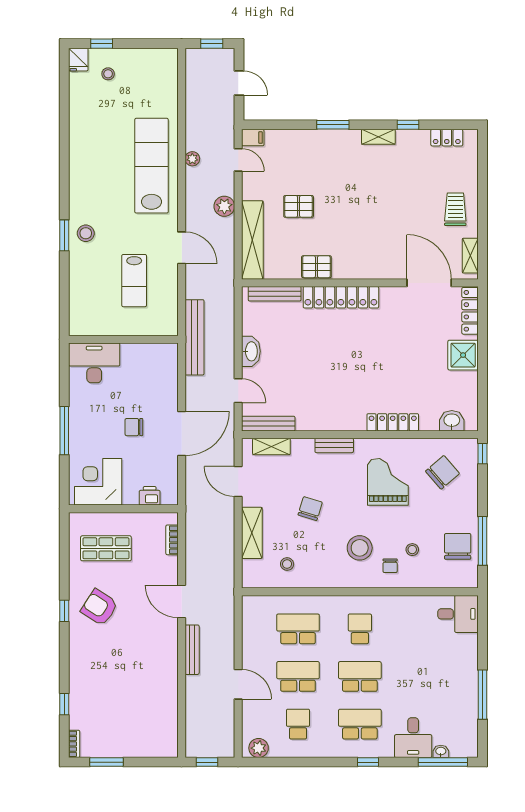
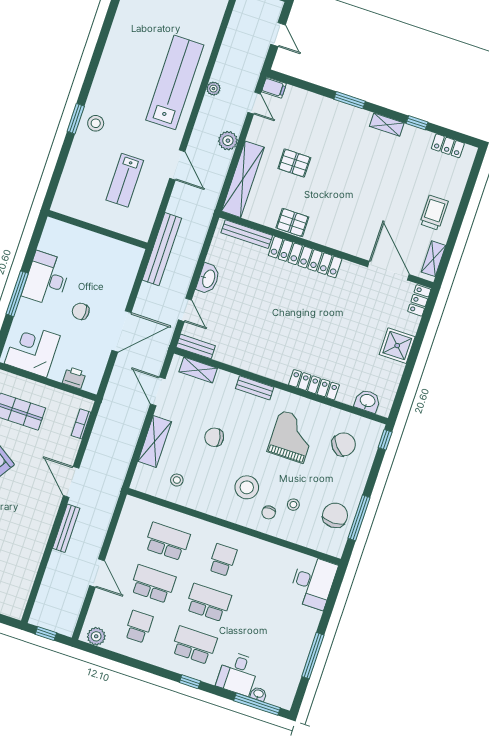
locker: (470, 311) -> (419, 300), width x0.66
desk: (94, 363) -> (47, 279), moved, turned -90
bench: (268, 424) -> (196, 346), width x0.73
chair: (310, 509) -> (214, 437), turned -117
desk: (458, 614) -> (313, 582), width x1.37

